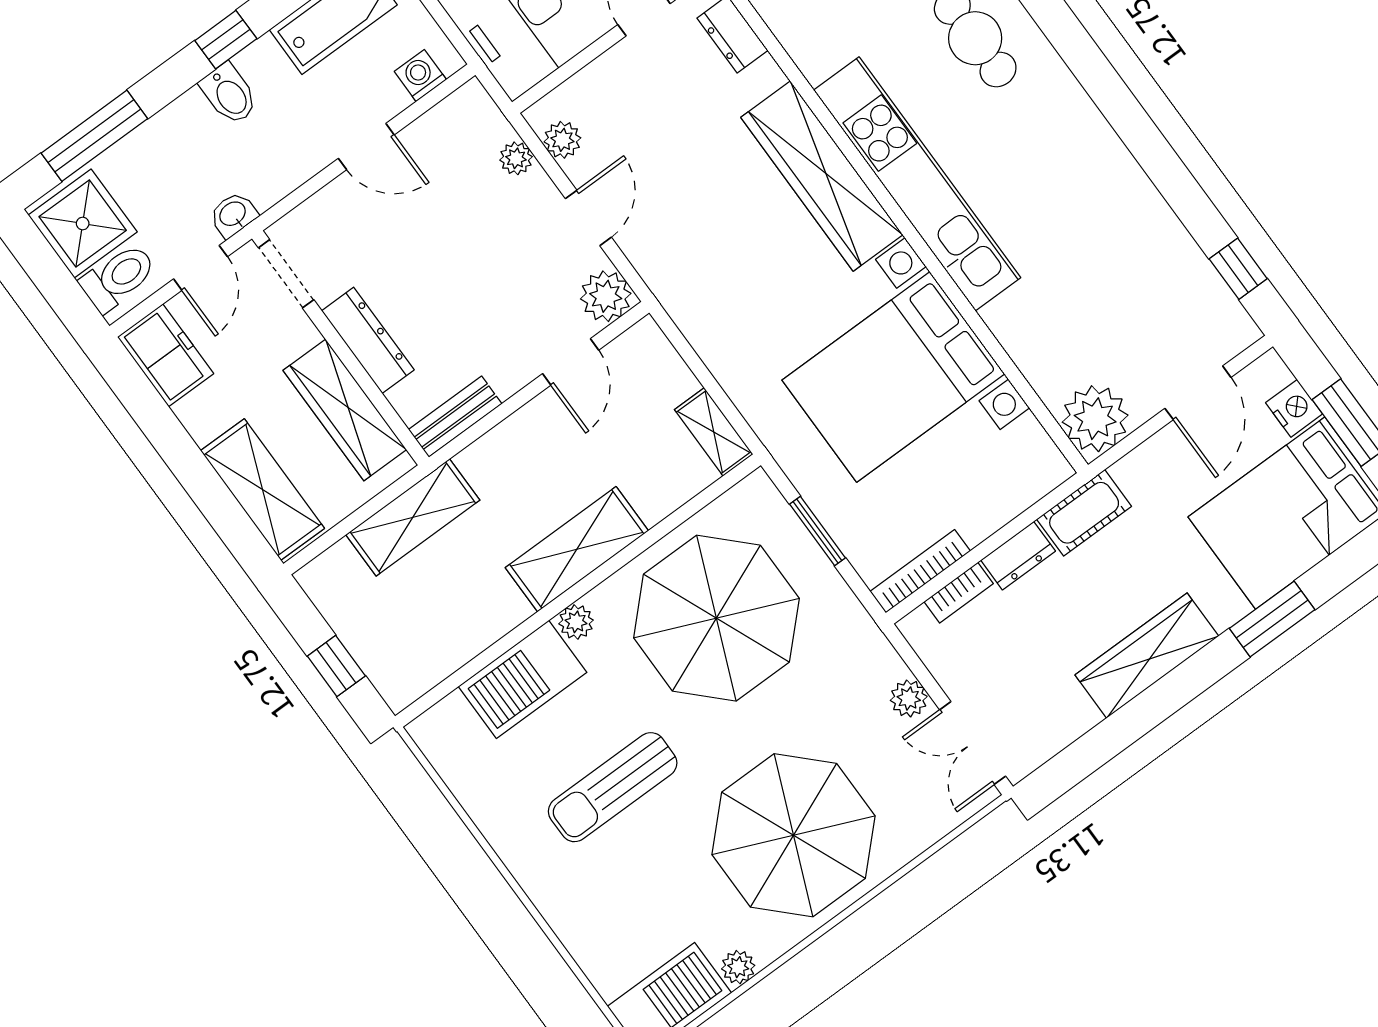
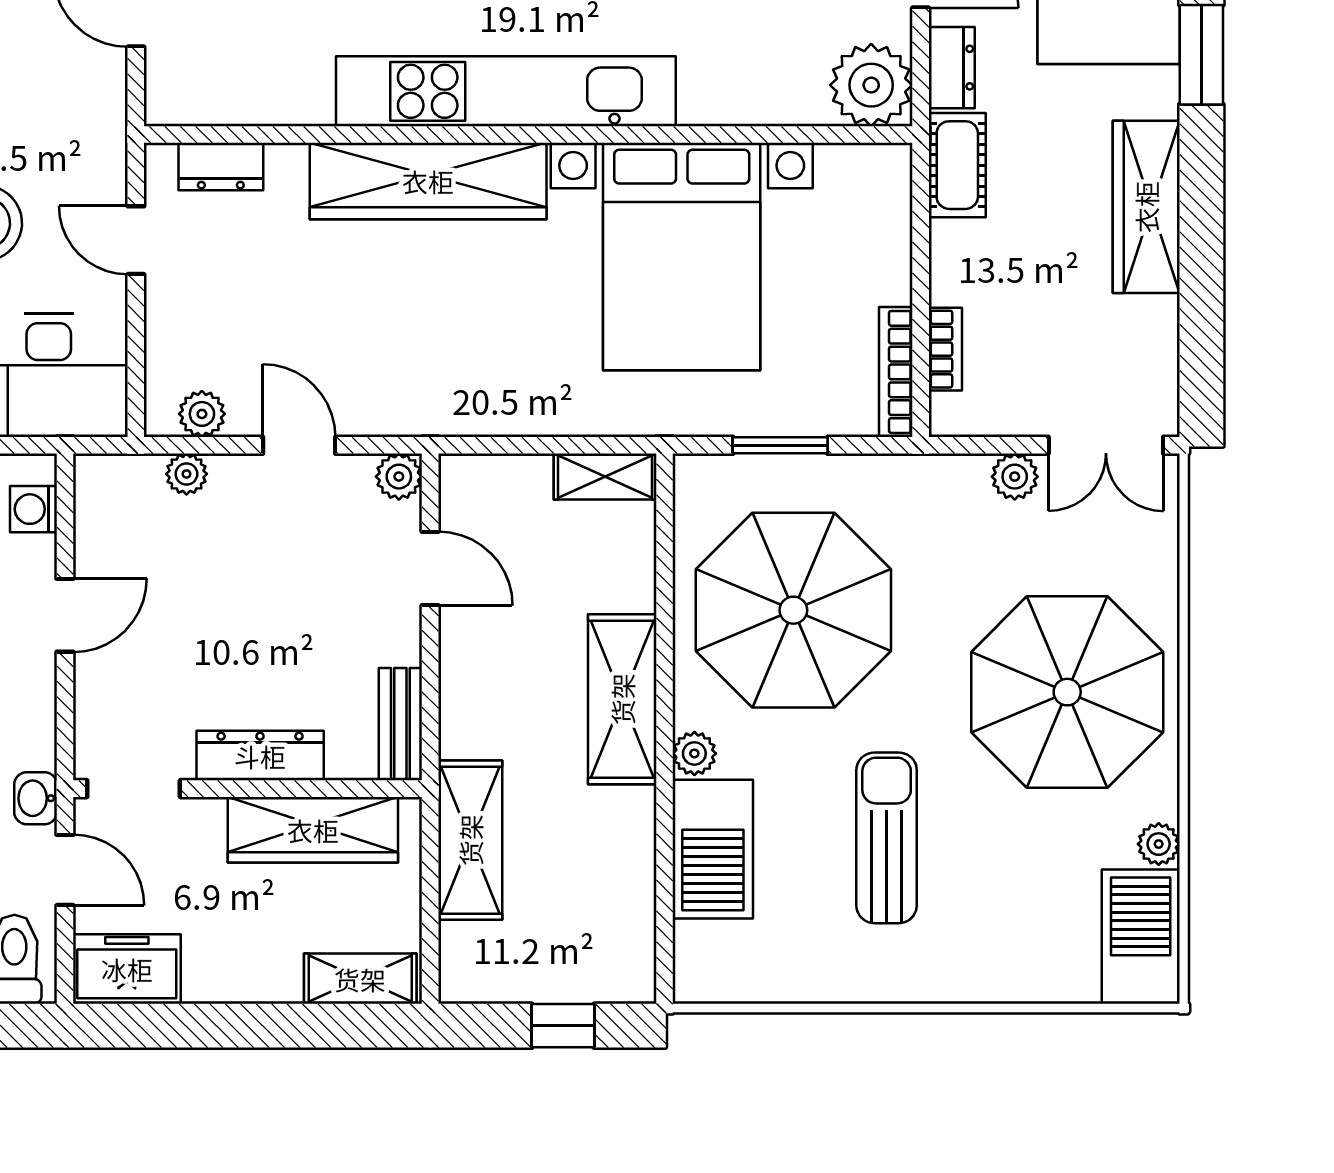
plant: (606, 296) -> (399, 477), width x0.73, depth x0.73
shelving: (263, 489) -> (360, 979), width x0.67, depth x0.75
dresser: (1018, 556) -> (952, 68), moved
sun lounger: (613, 787) -> (887, 838), turned 180

